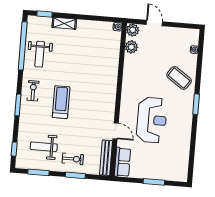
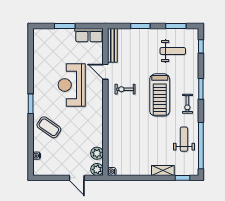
treadmill: (61, 102) -> (160, 95), width x1.37, depth x1.38
exercise bike: (73, 159) -> (125, 89), moved
row of seats: (122, 162) -> (89, 35), moved, turned -90

